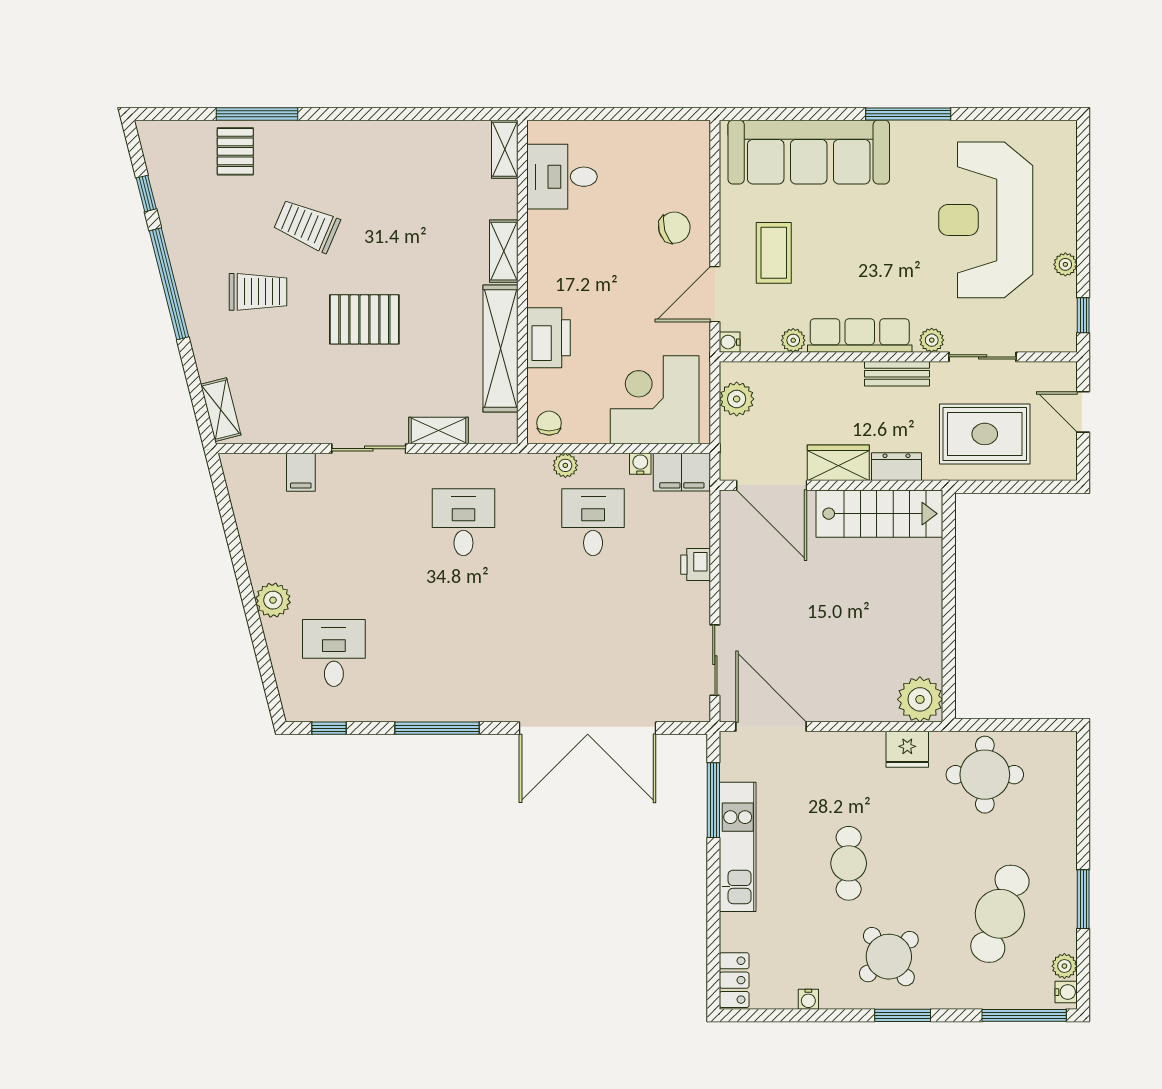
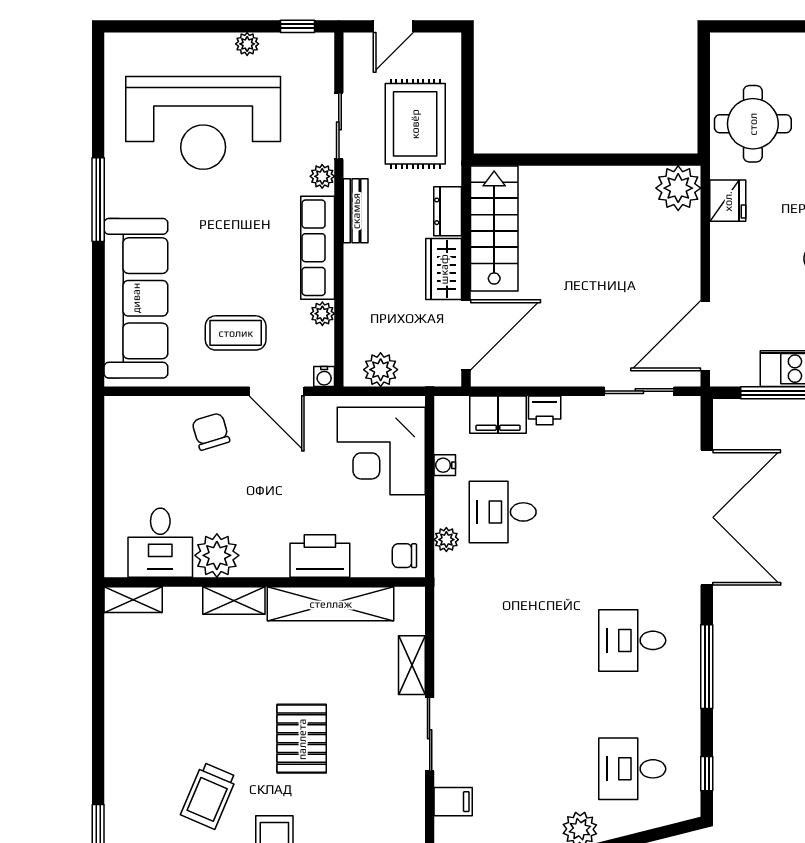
plant: (549, 234) -> (217, 555), added
filing cabinet: (682, 472) -> (498, 415), moved, turned 90
desk: (463, 522) -> (632, 640), moved

